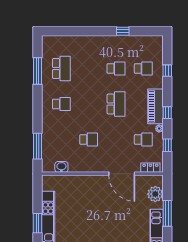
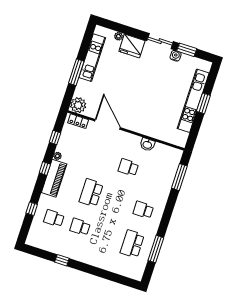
school desk: (143, 140) -> (76, 150), removed
washbasin: (61, 167) -> (147, 145), moved
plant: (155, 194) -> (78, 105), moved

